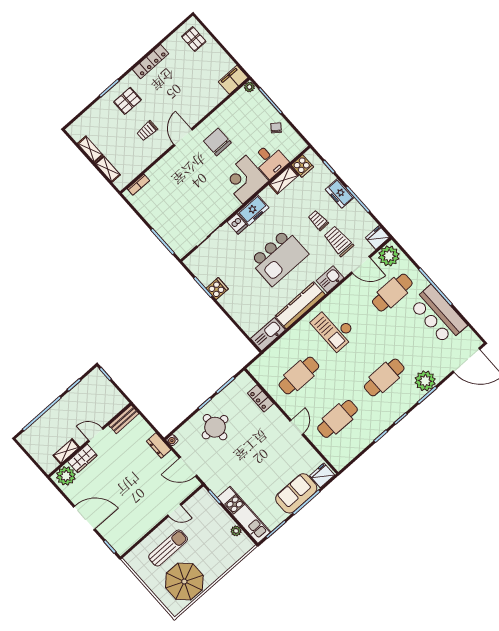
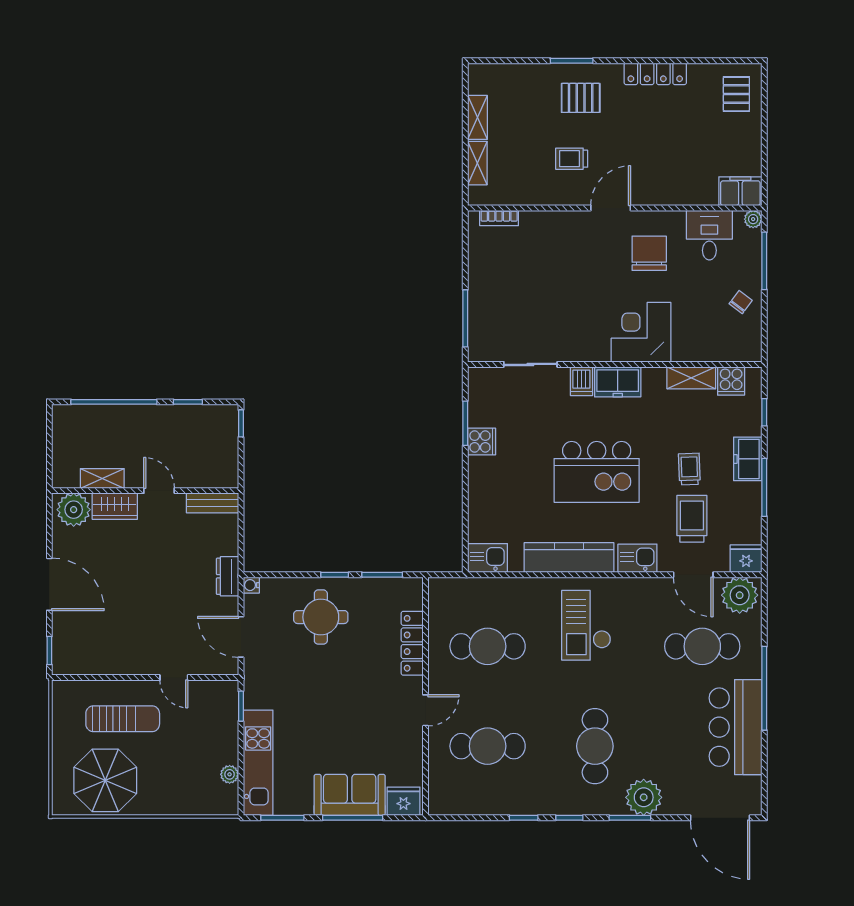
desk: (270, 161) -> (709, 235), moved, turned 180
kitchen sink: (268, 334) -> (488, 558), width x0.73
cafe table: (384, 377) -> (595, 746), turned 90
locker: (260, 398) -> (412, 643), width x1.53

